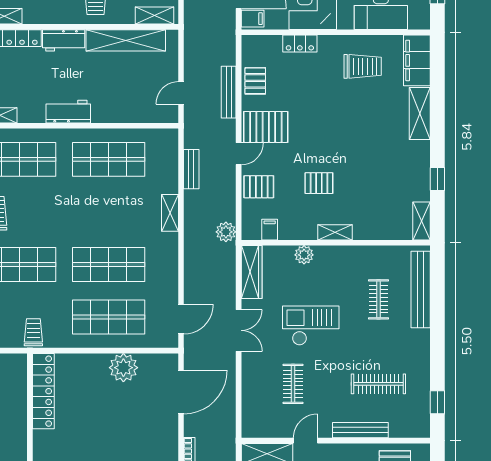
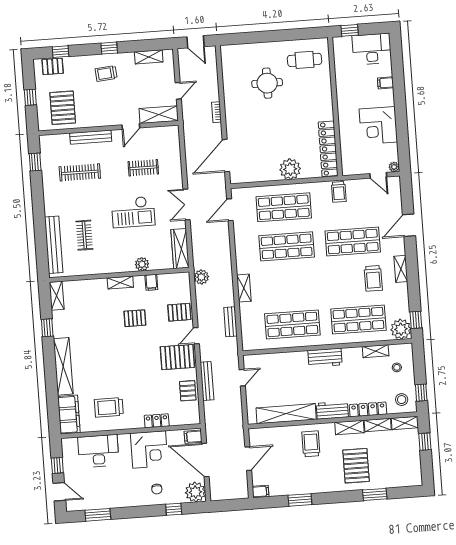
shelving: (155, 16) -> (349, 428), moved
shelving: (420, 113) -> (63, 366), width x1.47
filing cabinet: (270, 230) -> (151, 282), moved
plant: (123, 368) -> (290, 169), moved
clothes rail: (293, 384) -> (143, 168), turned 90

